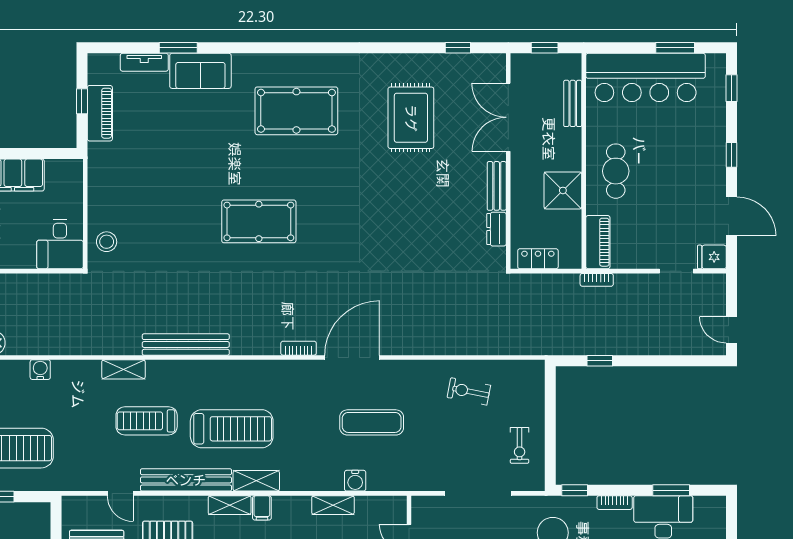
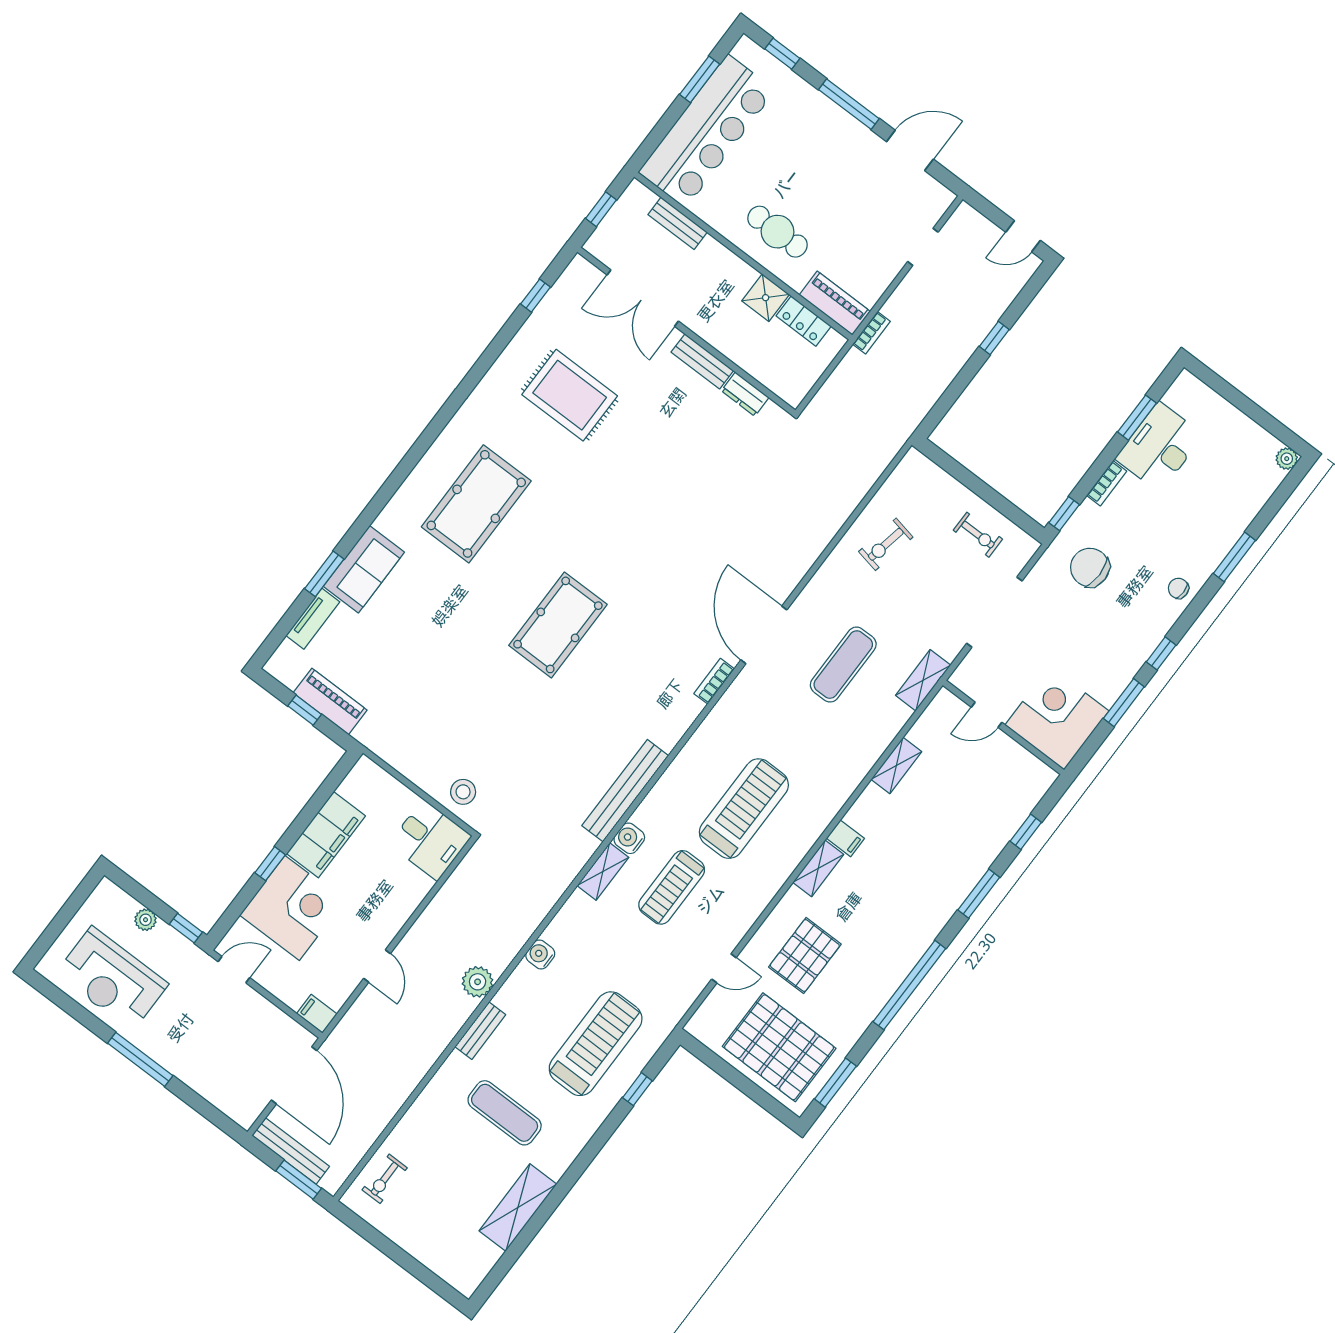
window: (732, 155) -> (849, 104), width x2.17
shower: (563, 190) -> (766, 298), width x0.73, depth x0.73
fridge: (712, 257) -> (936, 201), removed
locker: (538, 259) -> (804, 321), moved, turned -90
window: (600, 361) -> (994, 338), moved
bench: (186, 480) -> (760, 893), removed
shelving: (256, 481) -> (923, 680), moved
water cooler: (355, 481) -> (629, 838), moved, turned 180

